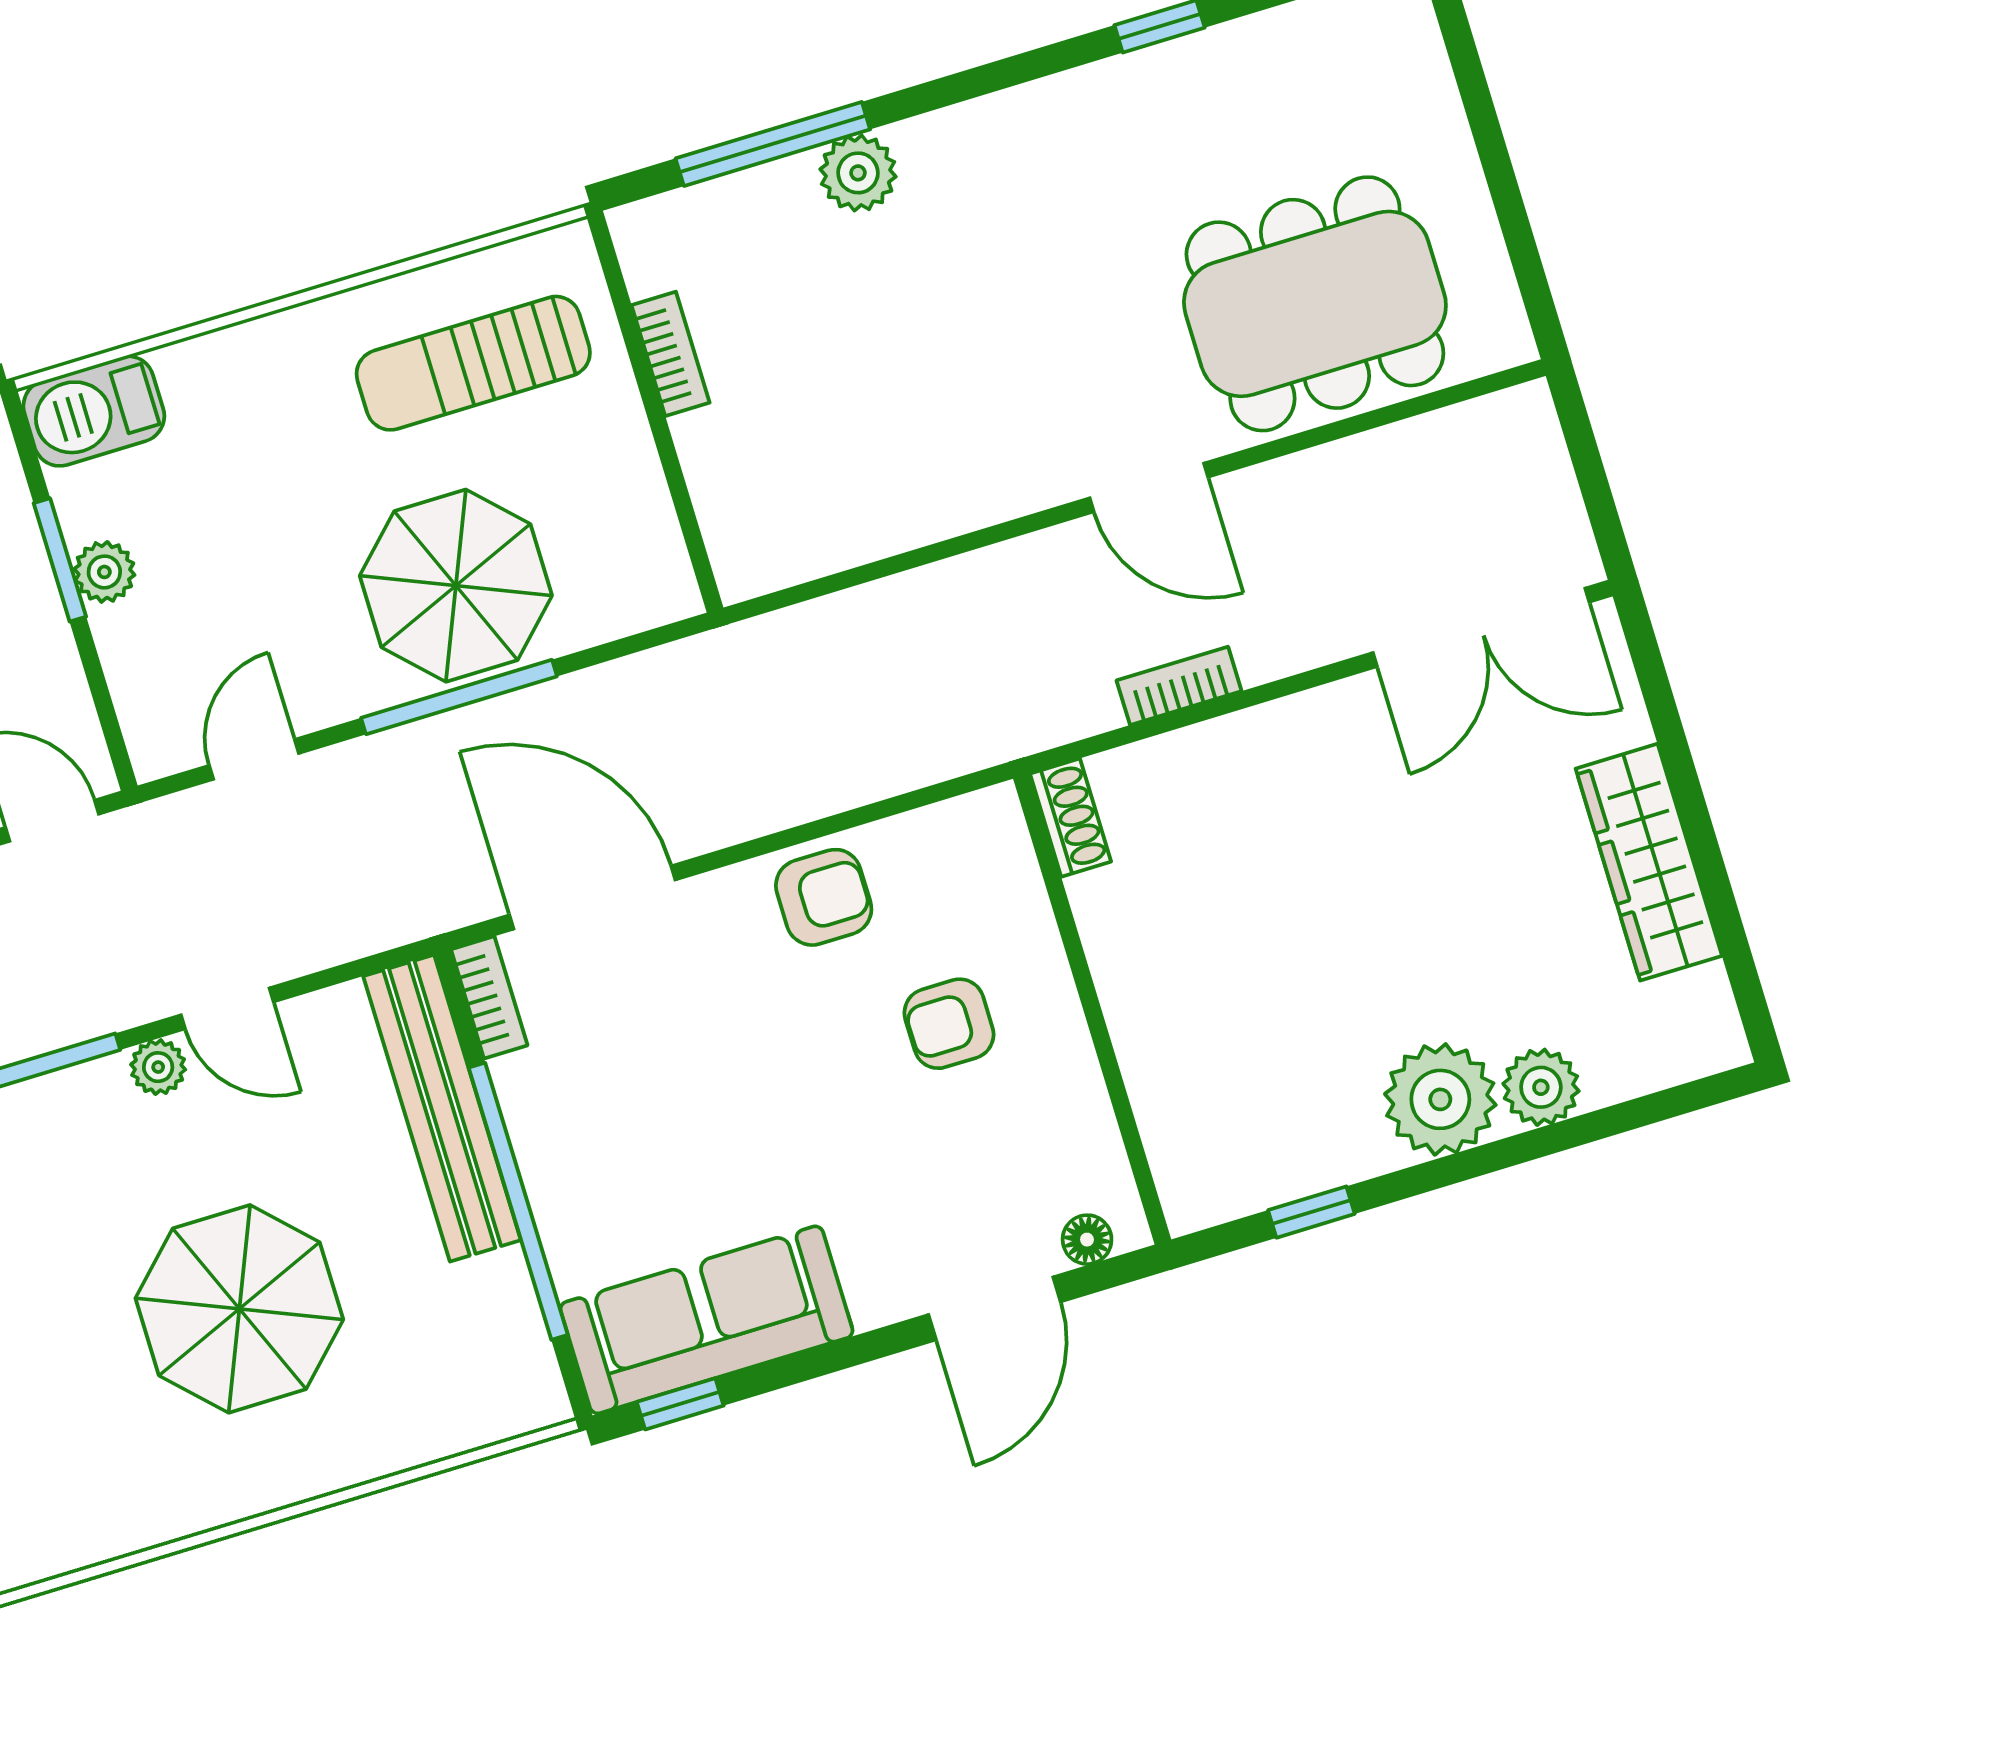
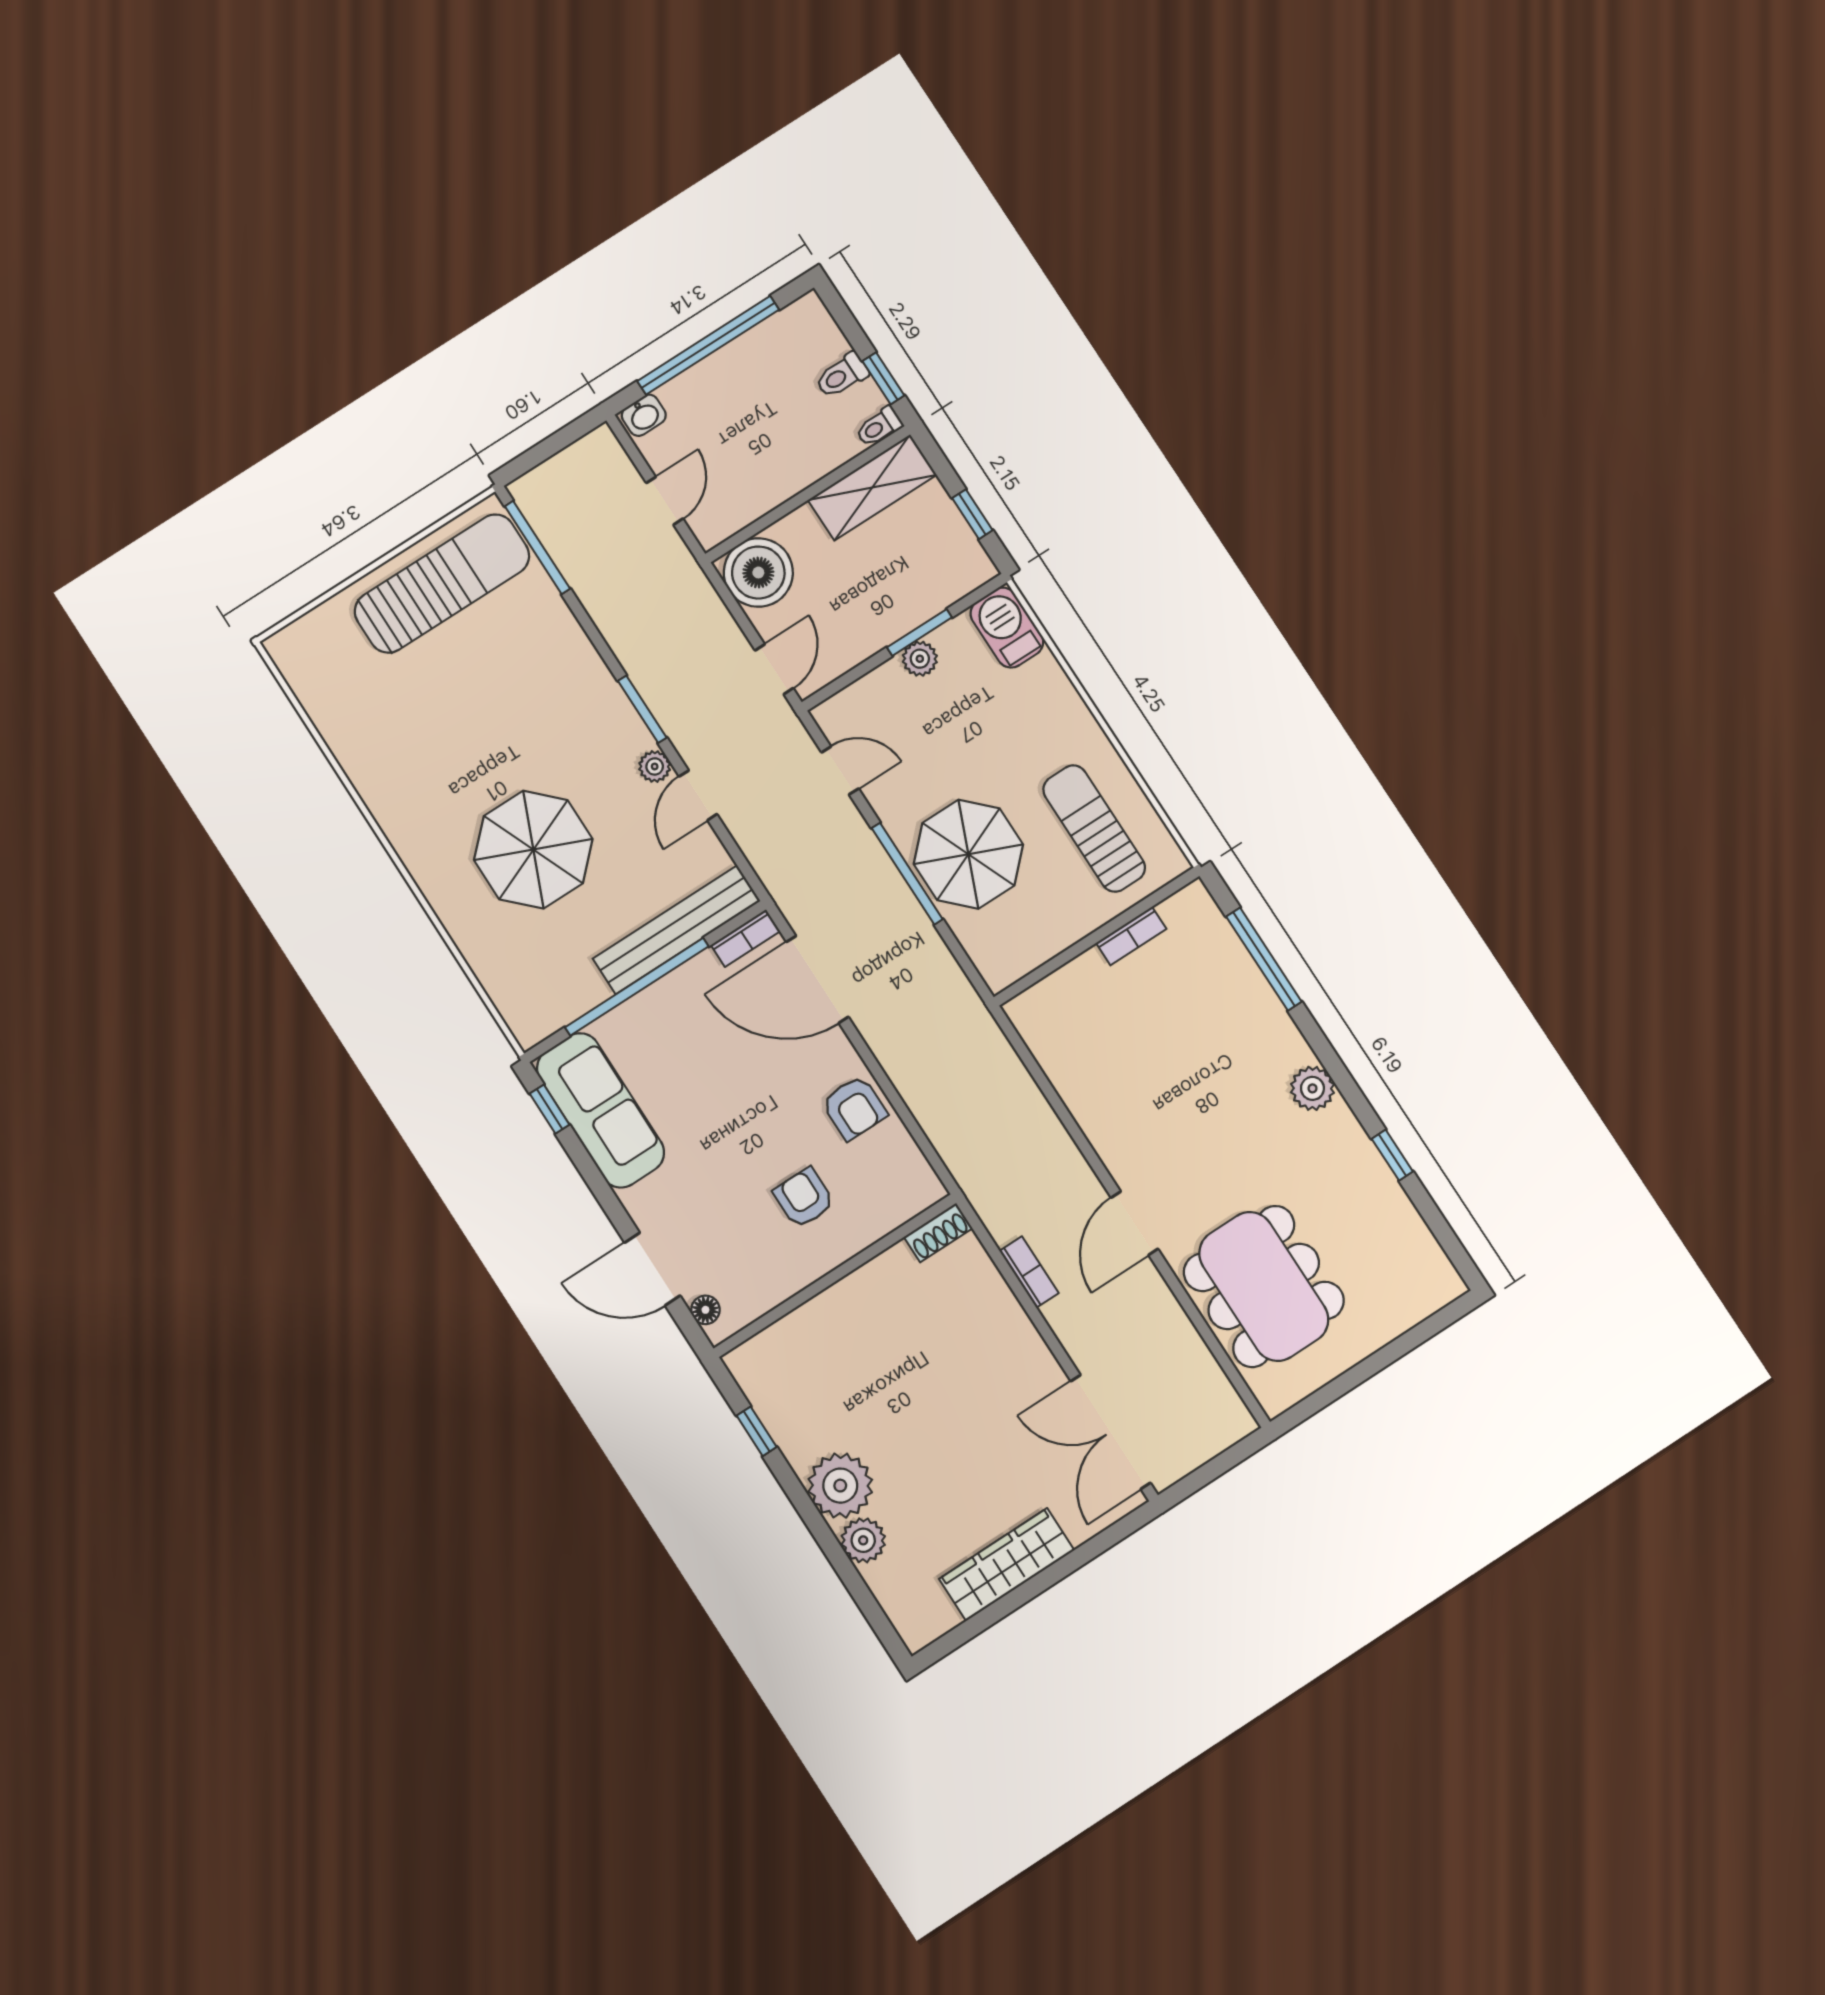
plant: (858, 173) -> (1312, 1088), moved
door: (592, 897) -> (817, 979), swing flipped

